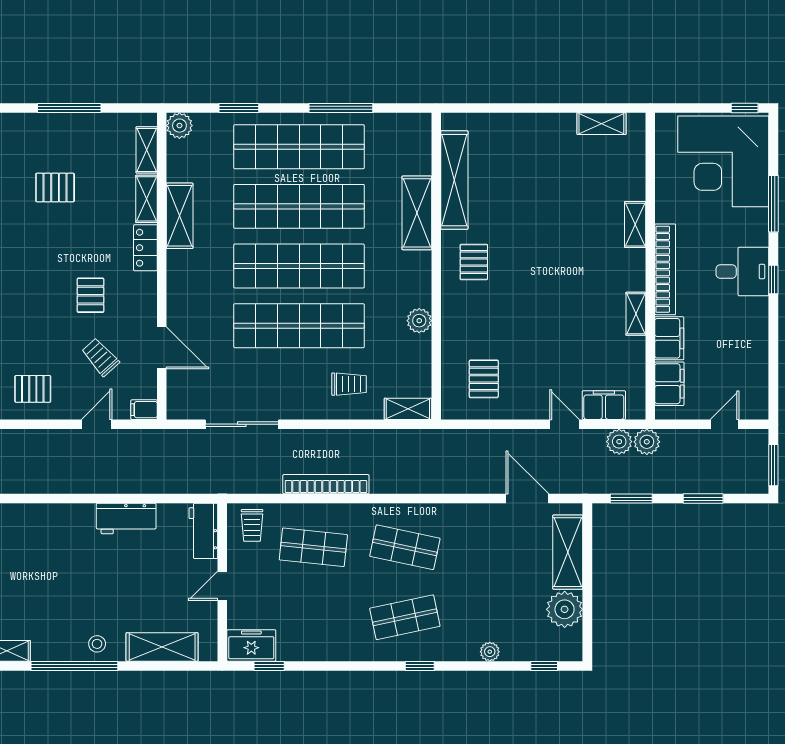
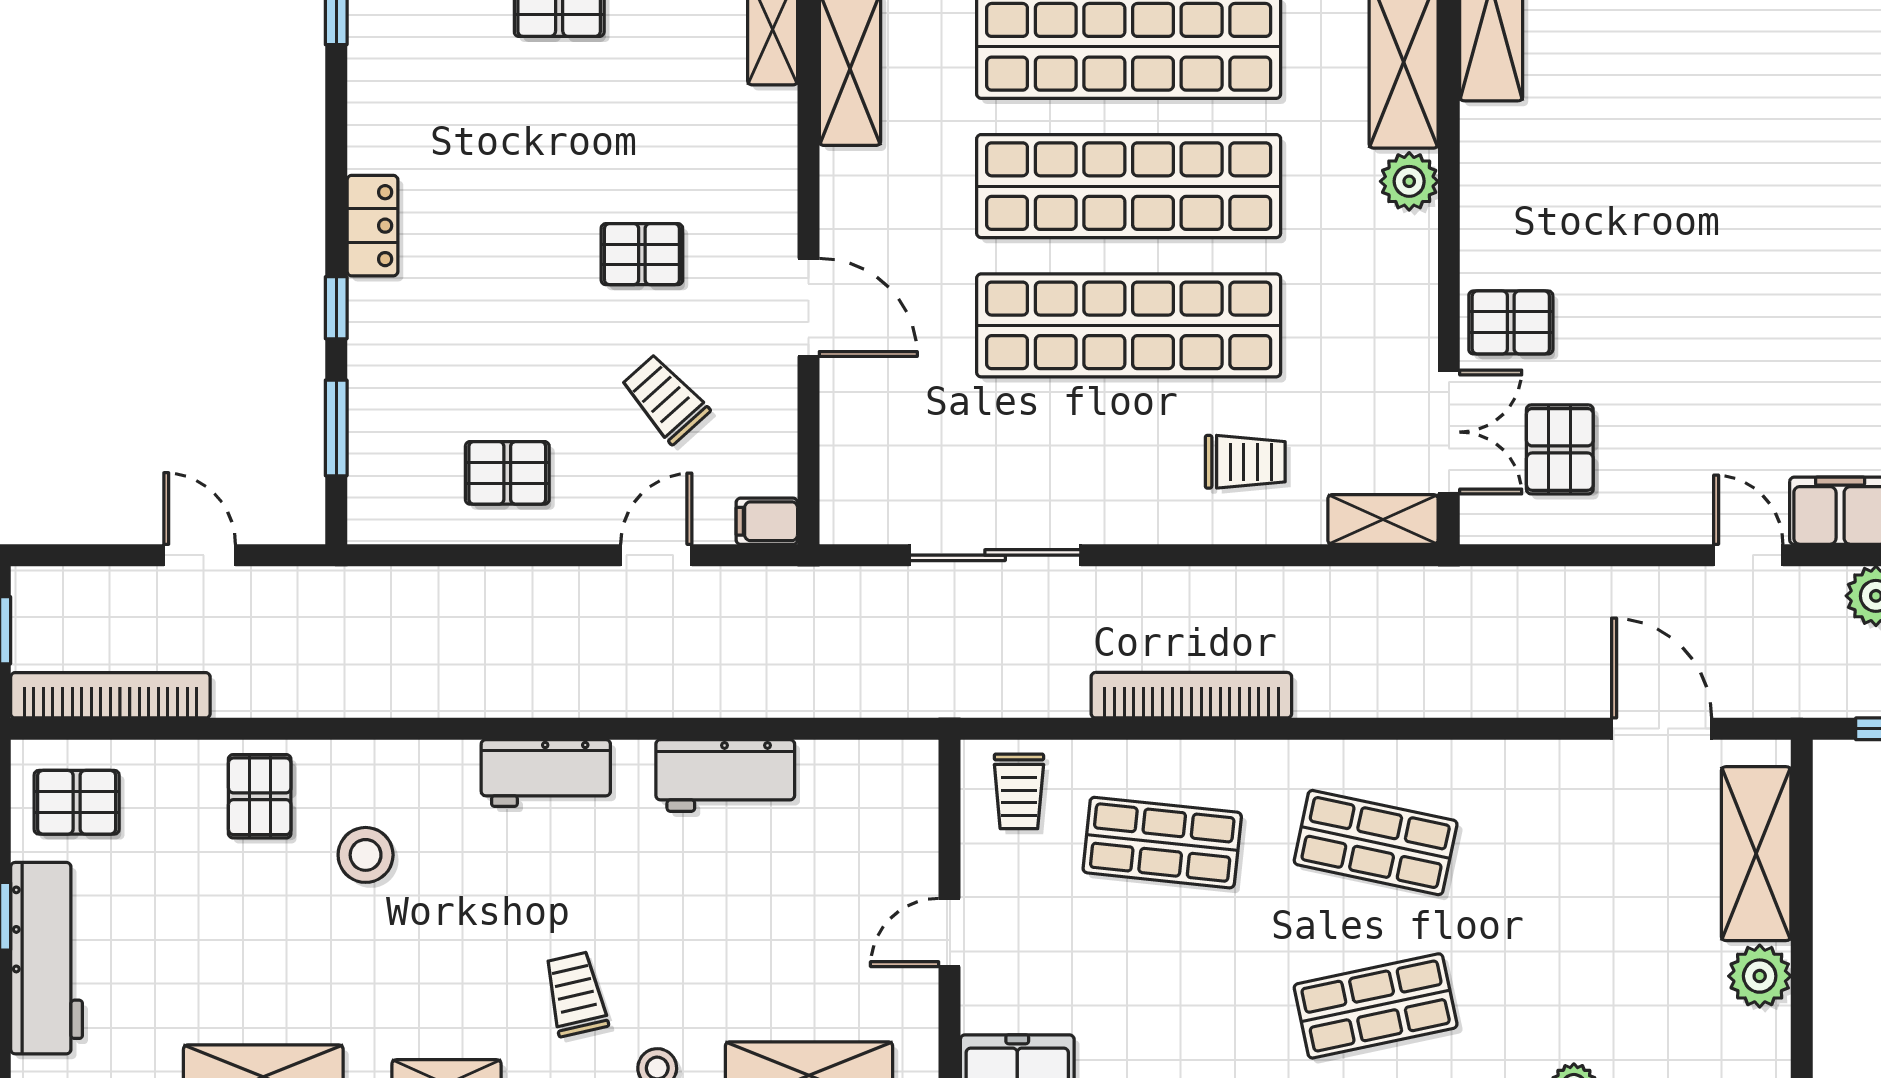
locker: (145, 248) -> (770, 143), removed
pallet: (474, 262) -> (1511, 322), moved, turned 90
pallet: (90, 295) -> (642, 254), turned 90
plant: (419, 321) -> (1409, 181), moved
door: (162, 348) -> (808, 307), moved
double door: (436, 371) -> (1449, 432), added
workbench: (203, 531) -> (546, 773), moved, turned -90
plant: (565, 609) -> (1760, 976), width x0.73, depth x0.73
trolley: (62, 612) -> (576, 994), added

